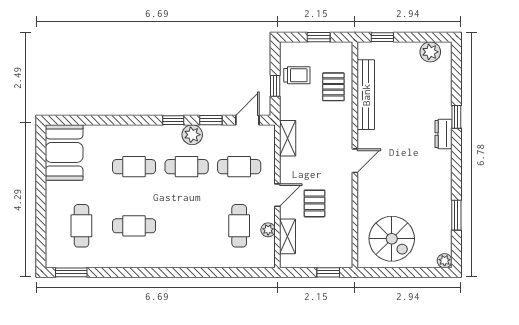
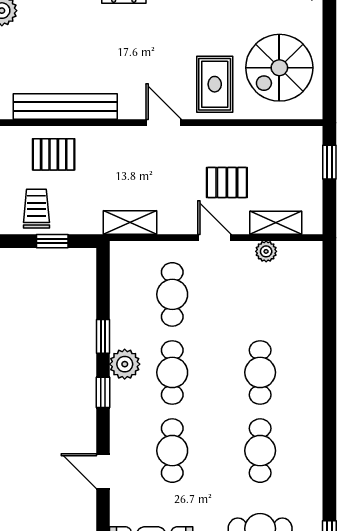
door: (247, 120) -> (103, 471), moved
rug: (381, 195) -> (215, 84), added
cafe table: (239, 226) -> (260, 372), moved, turned 90
spiral stairs: (392, 239) -> (279, 68), turned 180

